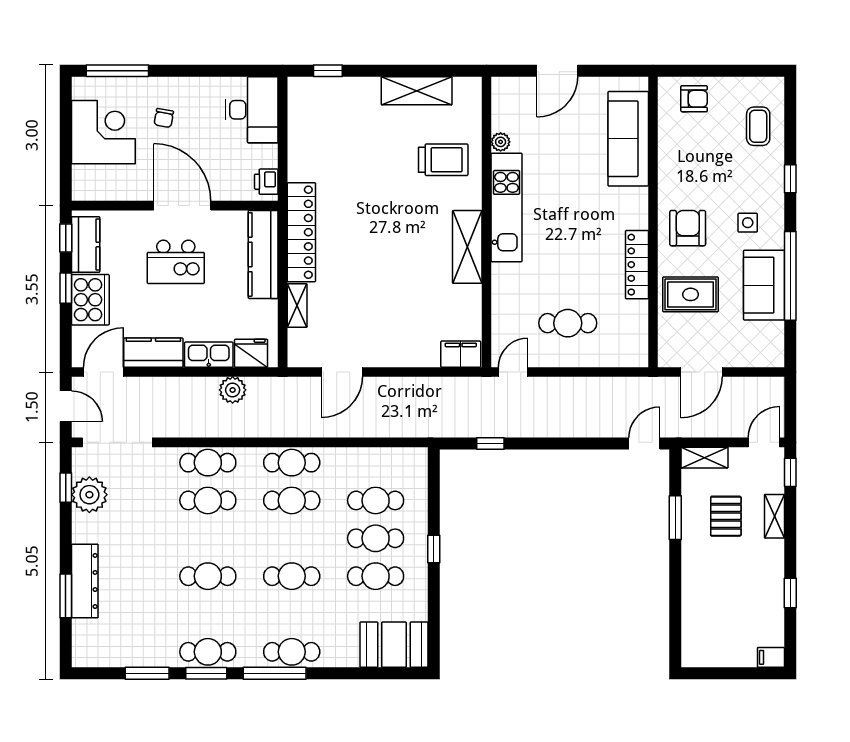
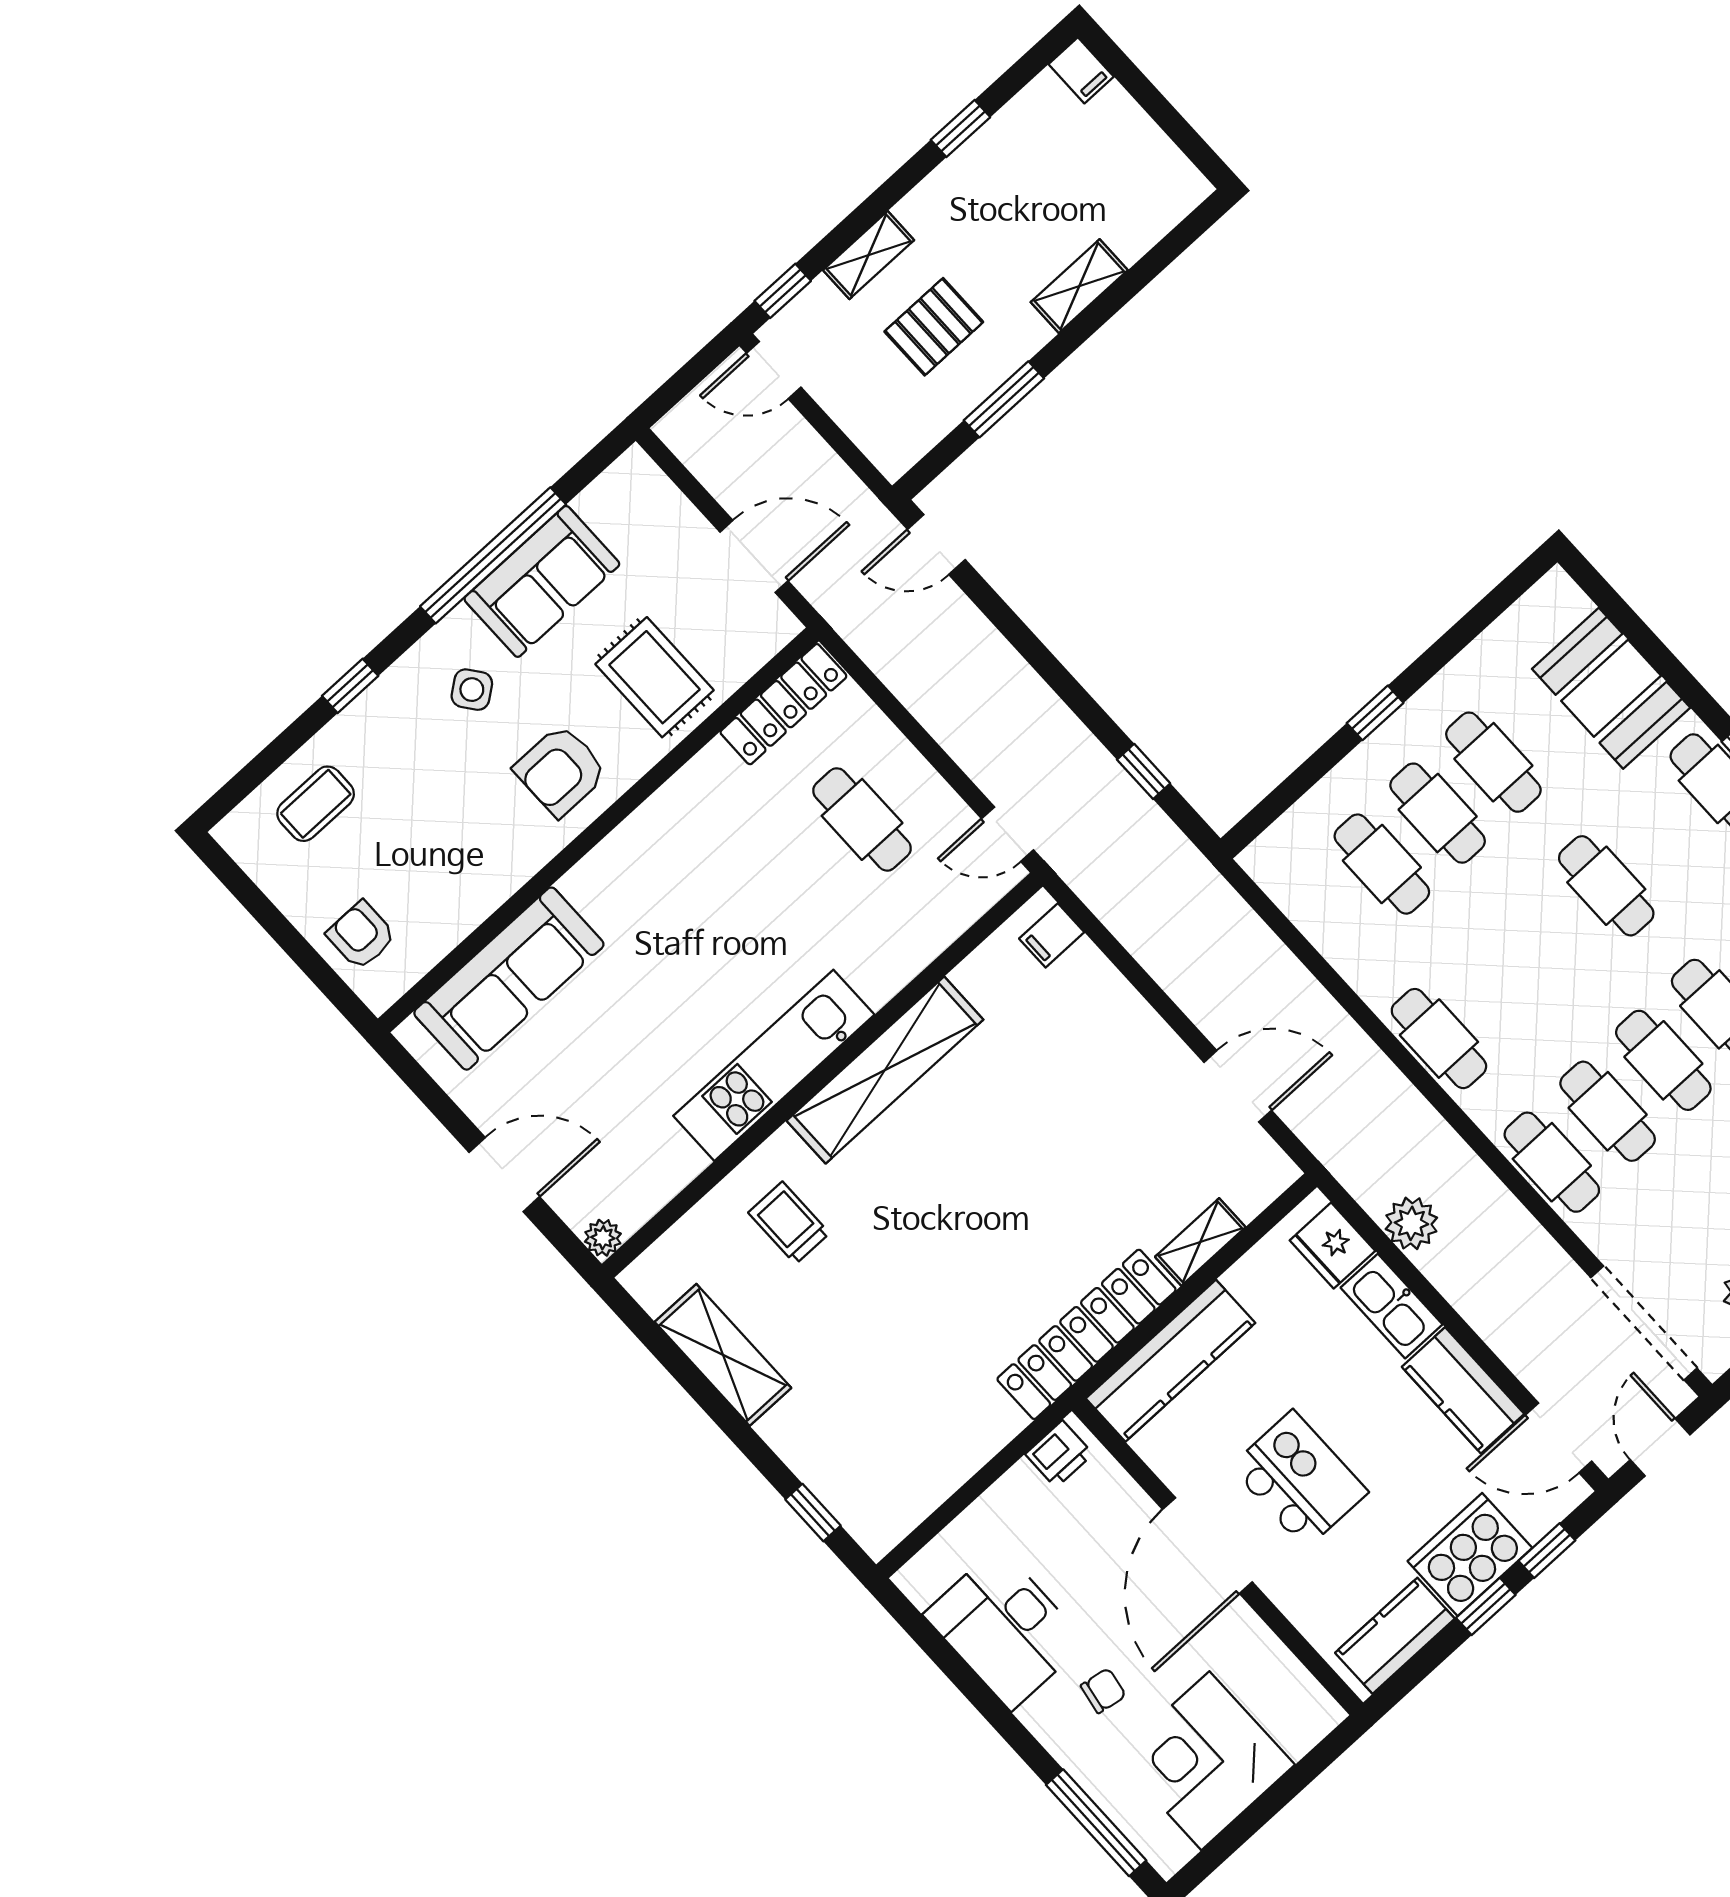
desk: (252, 110) -> (1005, 1628), moved, turned -90
plant: (501, 142) -> (603, 1238), moved
trolley: (443, 160) -> (789, 1223), width x0.73, depth x0.72
side table: (748, 223) -> (472, 690), turned -37
window: (66, 238) -> (1547, 1551), moved
shelving: (467, 247) -> (885, 1070), width x1.47
locker: (637, 265) -> (783, 704), moved
filing cabinet: (461, 354) -> (1052, 935), width x0.50
shelving: (705, 458) -> (1079, 286), moved, turned 90
cafe table: (292, 500) -> (1663, 1060), moved
booth: (394, 645) -> (1611, 688), moved

